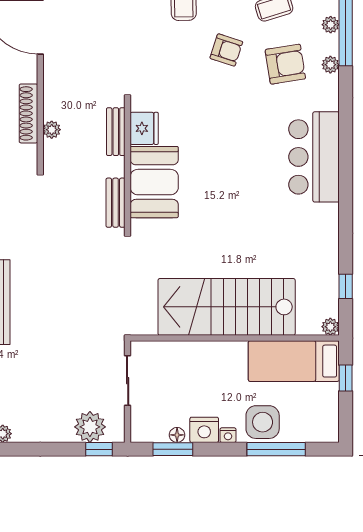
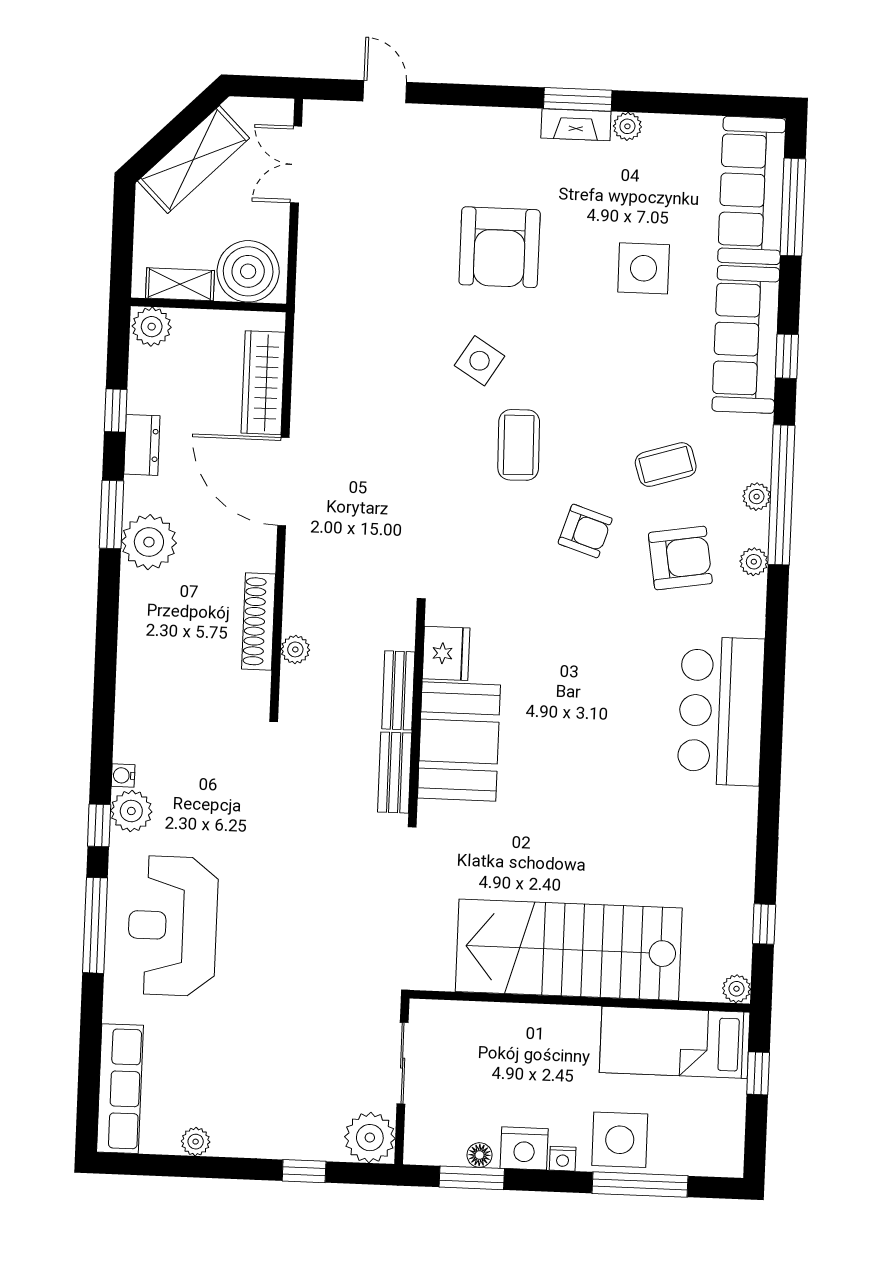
bench: (116, 132) -> (398, 690), moved
plant: (90, 427) -> (370, 1138), moved
window: (99, 449) -> (304, 1171), moved

